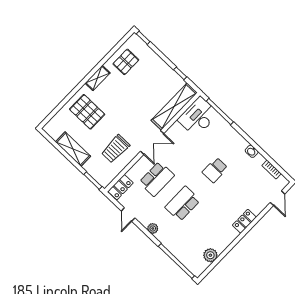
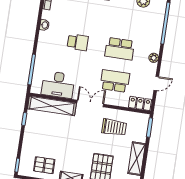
desk: (198, 117) -> (58, 85), moved

